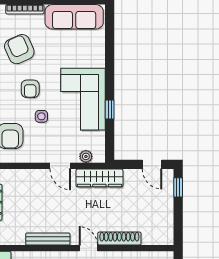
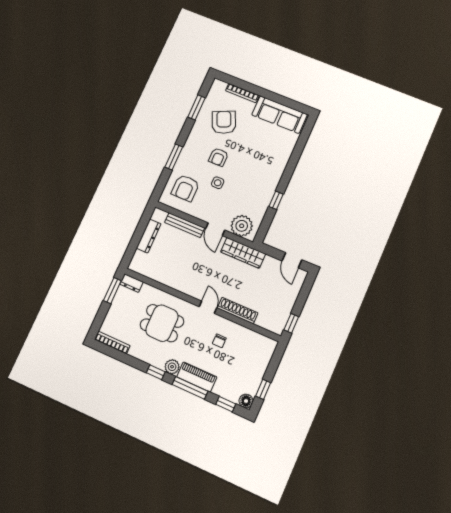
corner sofa: (83, 99) -> (258, 183), removed
plant: (86, 156) -> (242, 226), width x1.88, depth x1.88
window: (178, 187) -> (291, 323), moved
bench: (48, 239) -> (185, 225), moved

